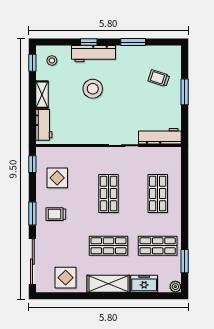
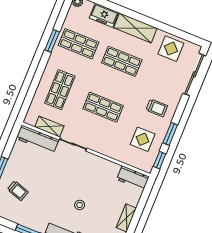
stool: (93, 89) -> (80, 205), width x0.53, depth x0.53
workbench: (44, 125) -> (133, 178), moved, turned -90
shelving: (153, 153) -> (49, 126), added
shop shelf: (108, 194) -> (103, 107), turned 90
window: (32, 213) -> (170, 134), moved
window: (185, 261) -> (52, 41), moved

